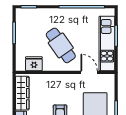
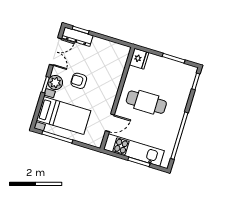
cafe table: (61, 45) -> (146, 102), turned 35
fridge: (34, 64) -> (139, 59), moved
wardrobe: (22, 93) -> (109, 48), removed

